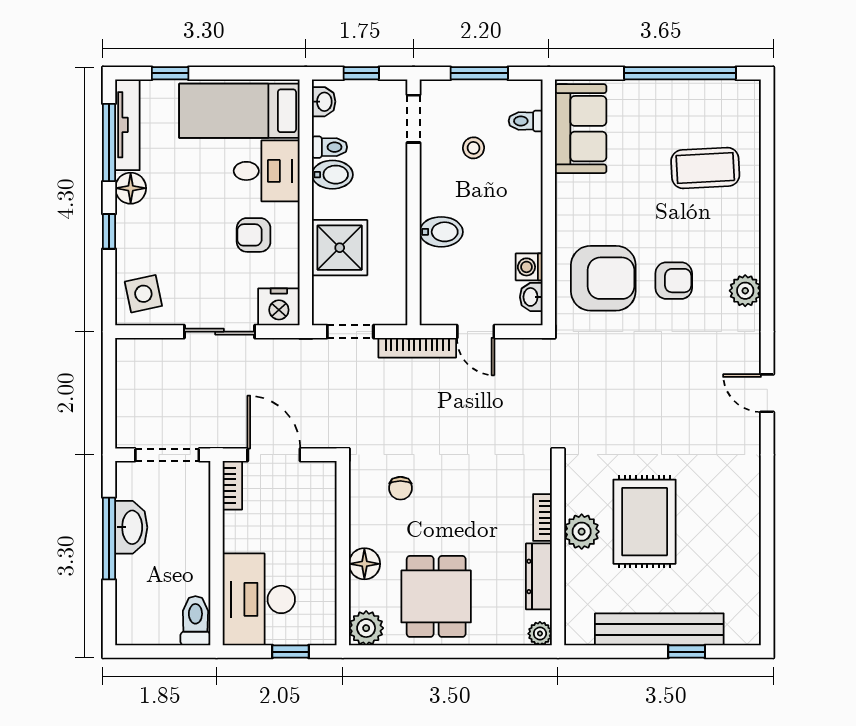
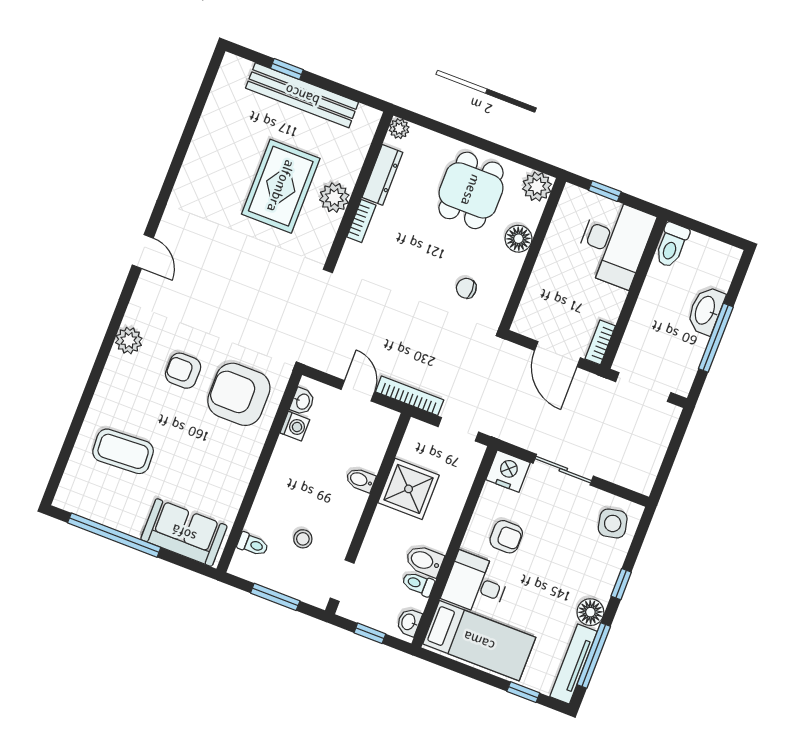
sofa: (581, 129) -> (184, 533), moved, turned 90
bidet: (441, 232) -> (360, 480), width x0.72, depth x0.74
shower: (340, 248) -> (409, 489), moved
chair: (400, 488) -> (466, 288), turned -90
washbasin: (131, 527) -> (706, 311), moved

